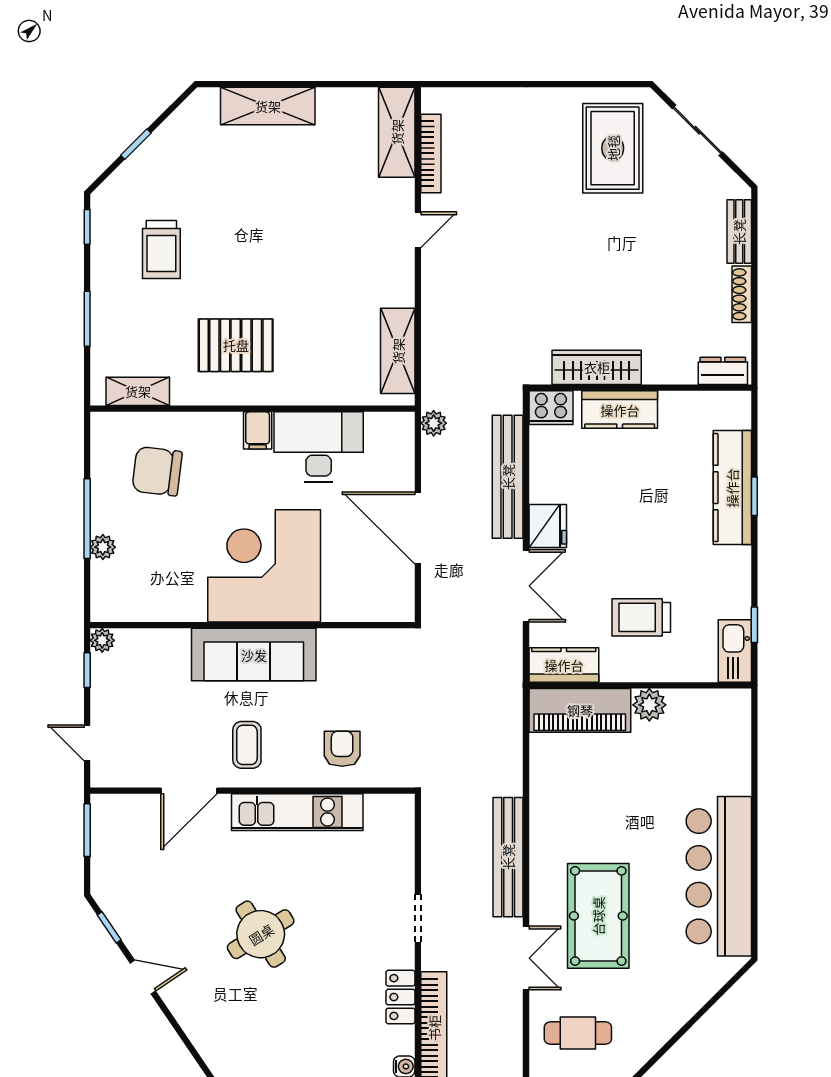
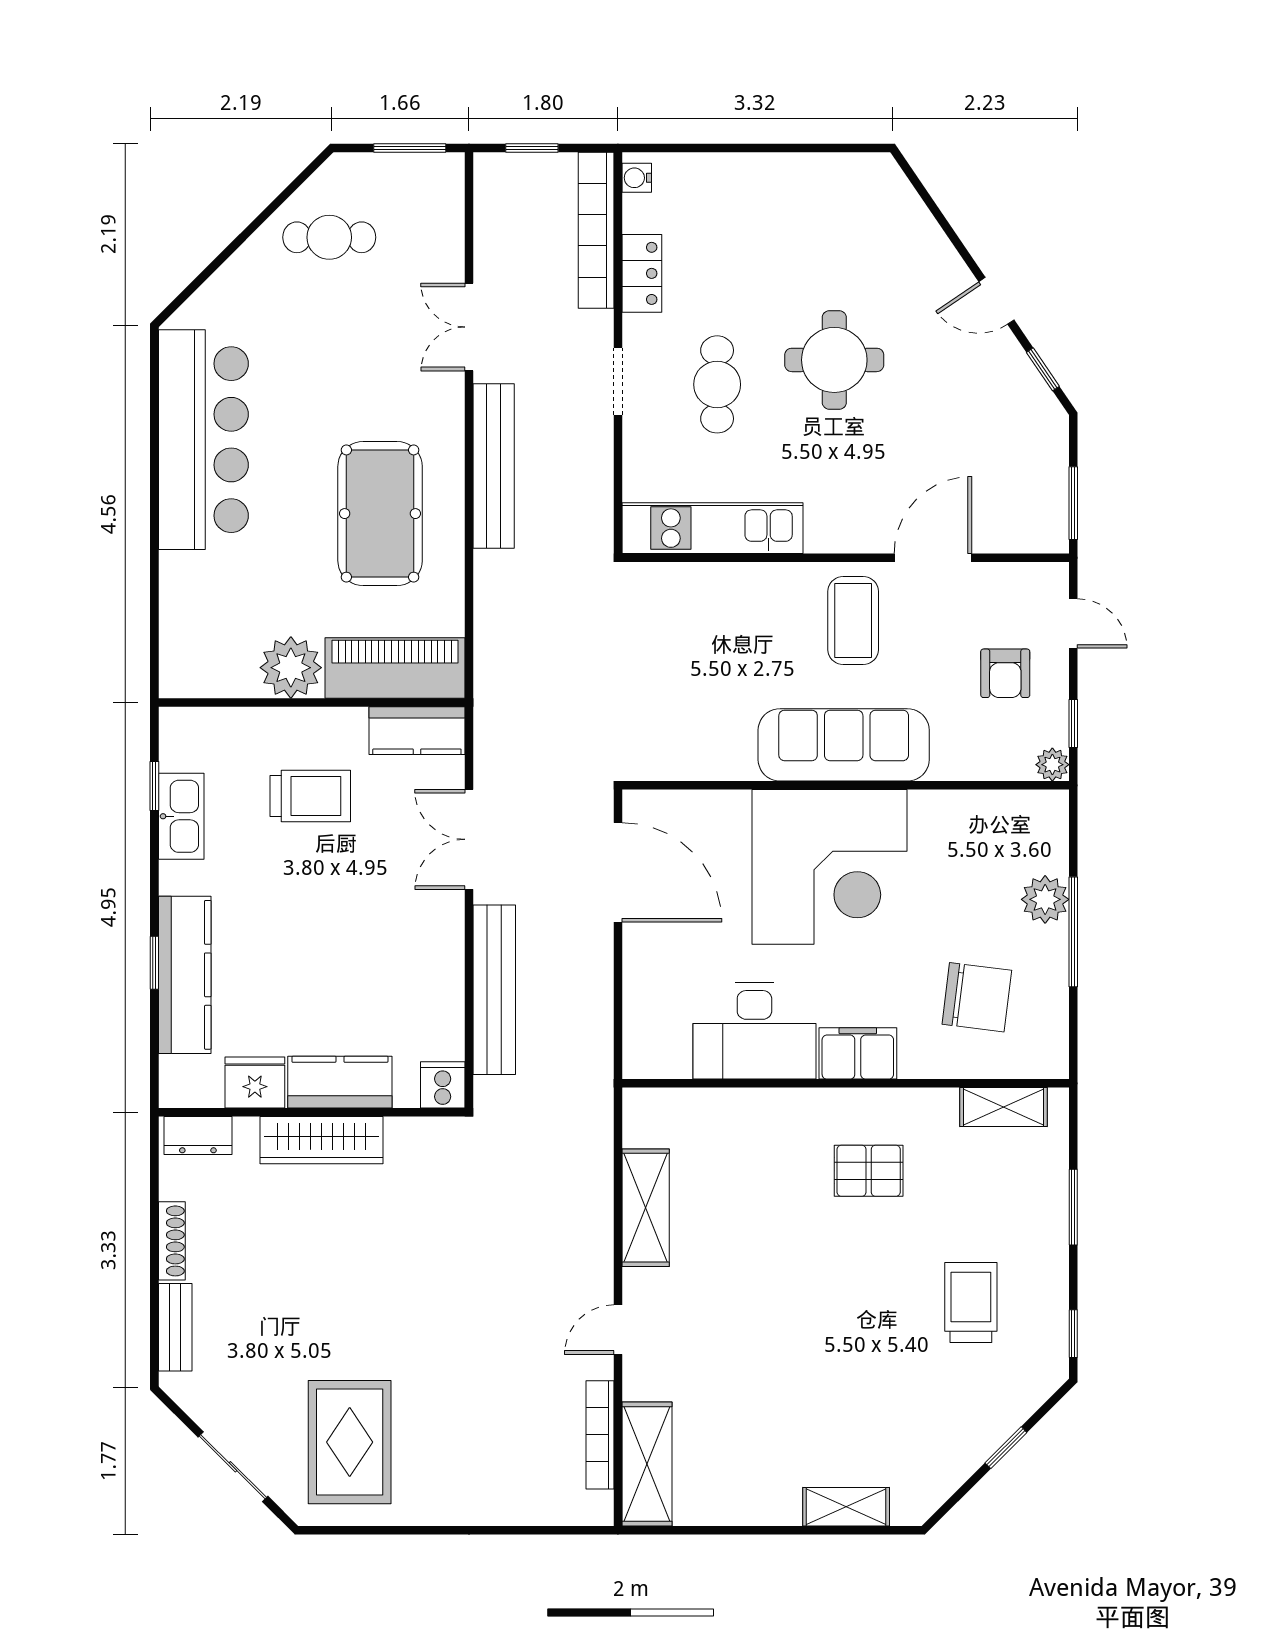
shelving: (268, 106) -> (846, 1507), width x0.67, depth x0.75
pallet: (236, 345) -> (869, 1171), width x0.67, depth x0.71
shelving: (398, 351) -> (646, 1208), moved
wardrobe: (597, 367) -> (321, 1140), moved
cooker: (551, 408) -> (443, 1085), width x0.73
plant: (434, 423) -> (596, 1063), removed
filing cabinet: (258, 430) -> (858, 1053), width x2.00
fridge: (548, 526) -> (255, 1083), moved, turned 90
door: (418, 528) -> (618, 872), moved
plant: (103, 547) -> (1045, 899), width x1.38, depth x1.38
kitchen sink: (735, 651) -> (181, 816), moved
plant: (649, 705) -> (291, 668), width x1.36, depth x1.36
coffee table: (247, 745) -> (853, 621), width x1.36, depth x1.30
armchair: (342, 749) -> (1005, 673), moved
kitchen unit: (297, 812) -> (712, 528), moved
cafe table: (346, 916) -> (717, 384), added
pool table: (598, 916) -> (380, 514), moved
round table: (261, 934) -> (834, 360), turned 32
cafe table: (578, 1033) -> (329, 237), moved

